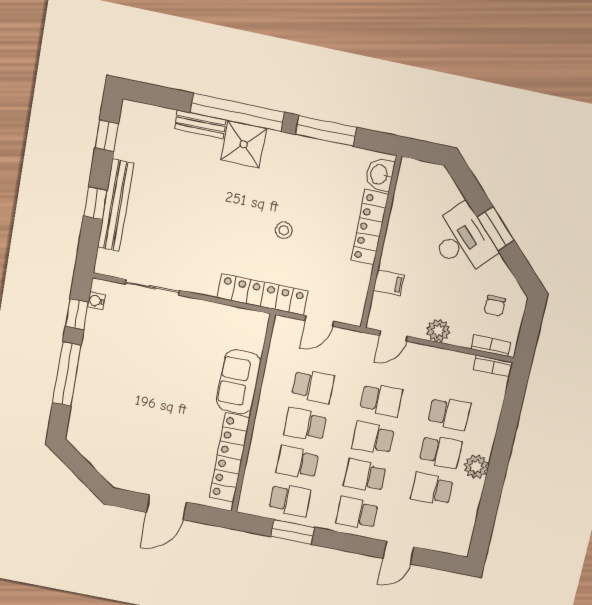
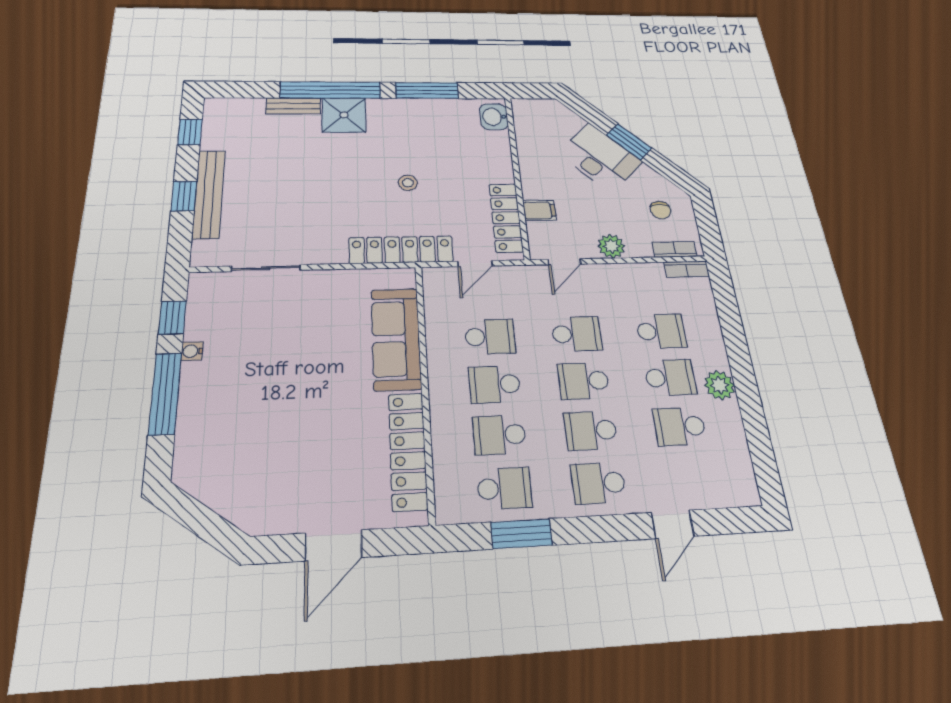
locker: (370, 227) -> (506, 218), moved
water cooler: (96, 301) -> (192, 351), moved
sofa: (239, 382) -> (396, 339), width x1.36

